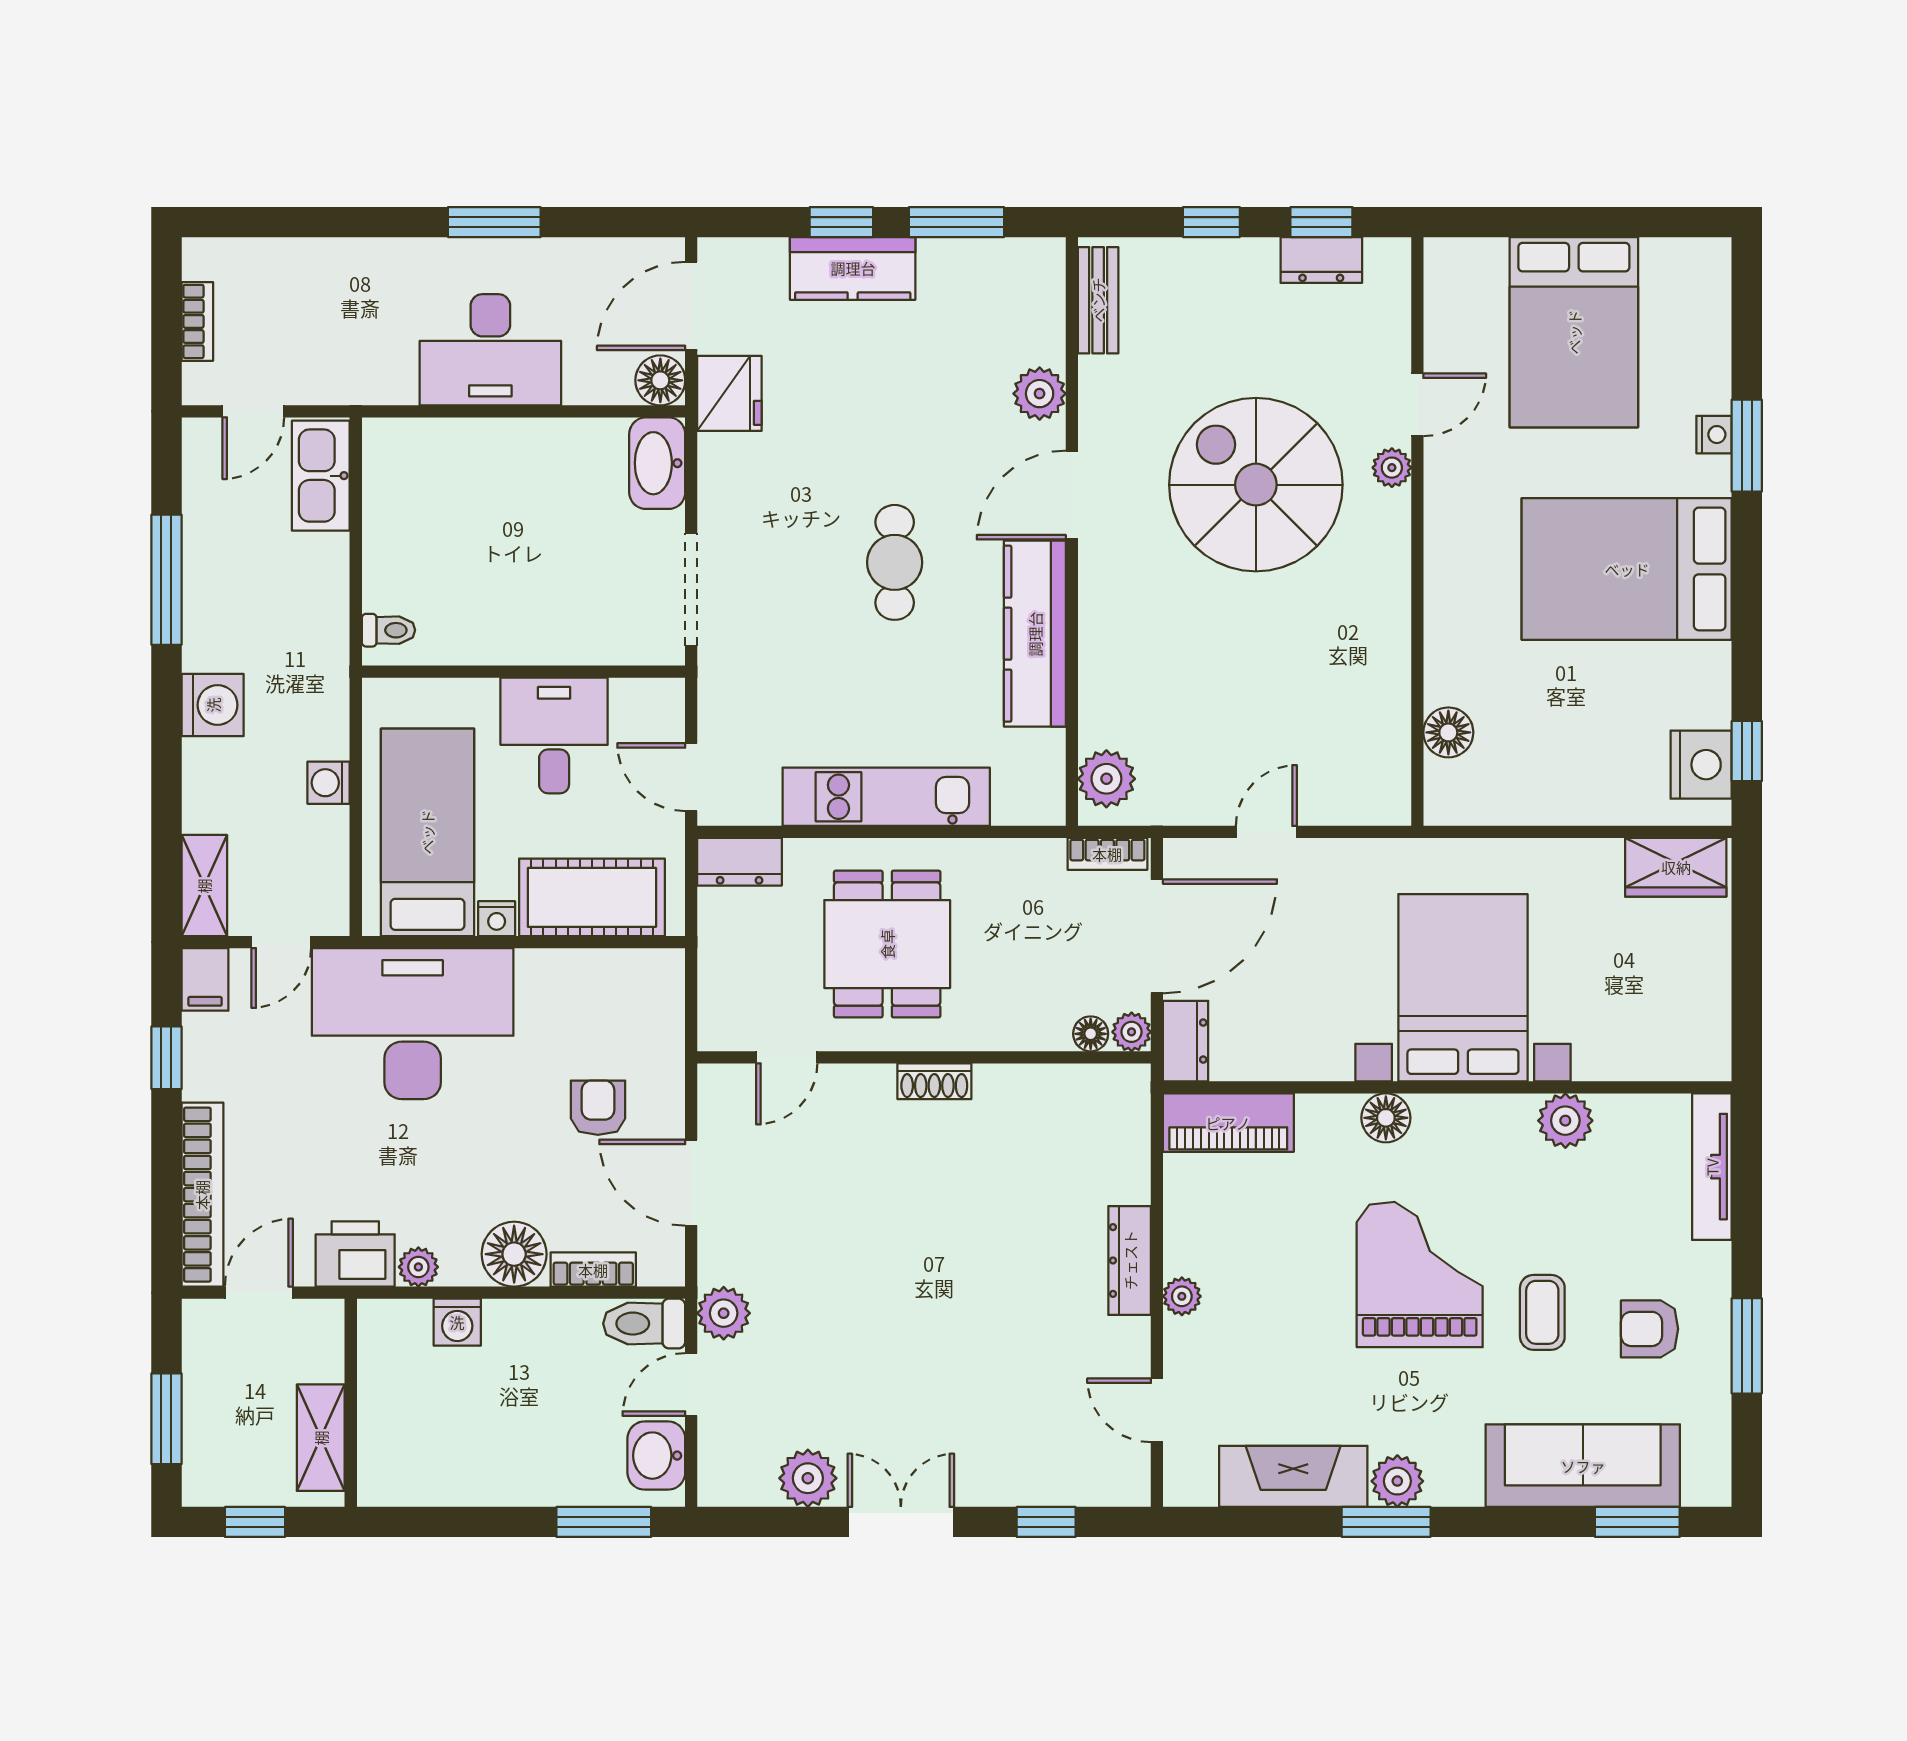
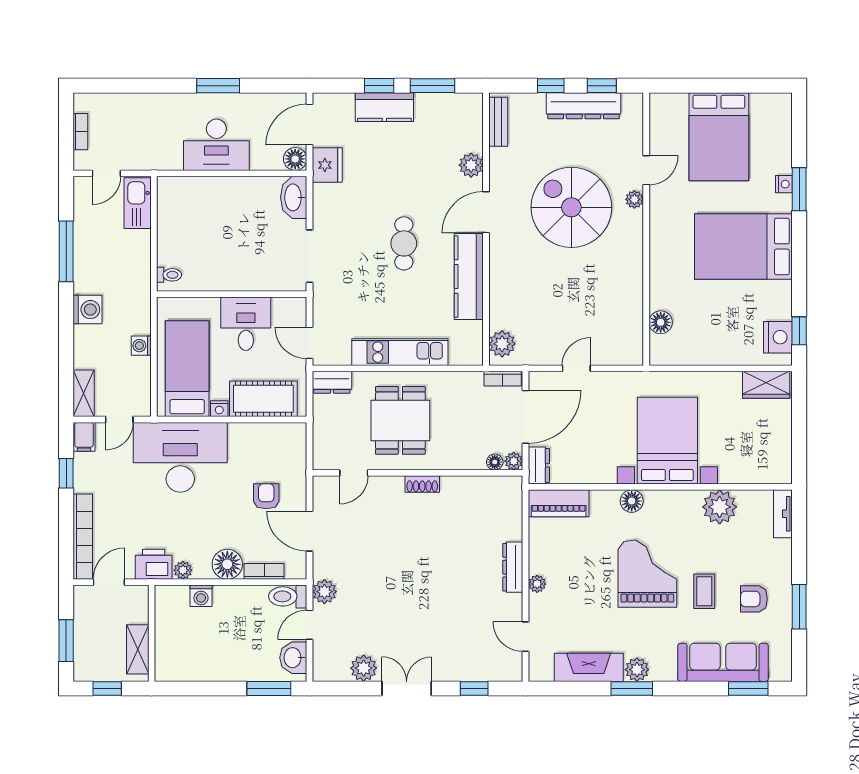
dresser: (1321, 260) -> (584, 106), width x1.96, depth x1.24
plant: (1565, 1121) -> (720, 507), width x1.36, depth x1.36
tv unit: (1712, 1167) -> (783, 514), width x0.71

